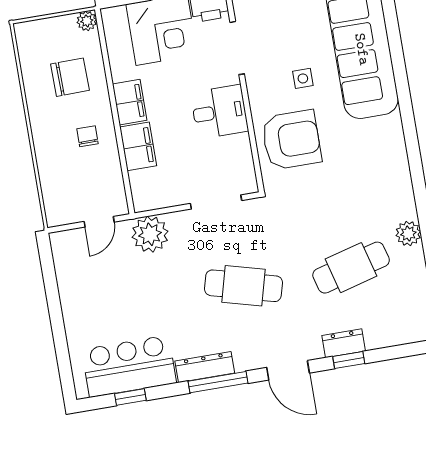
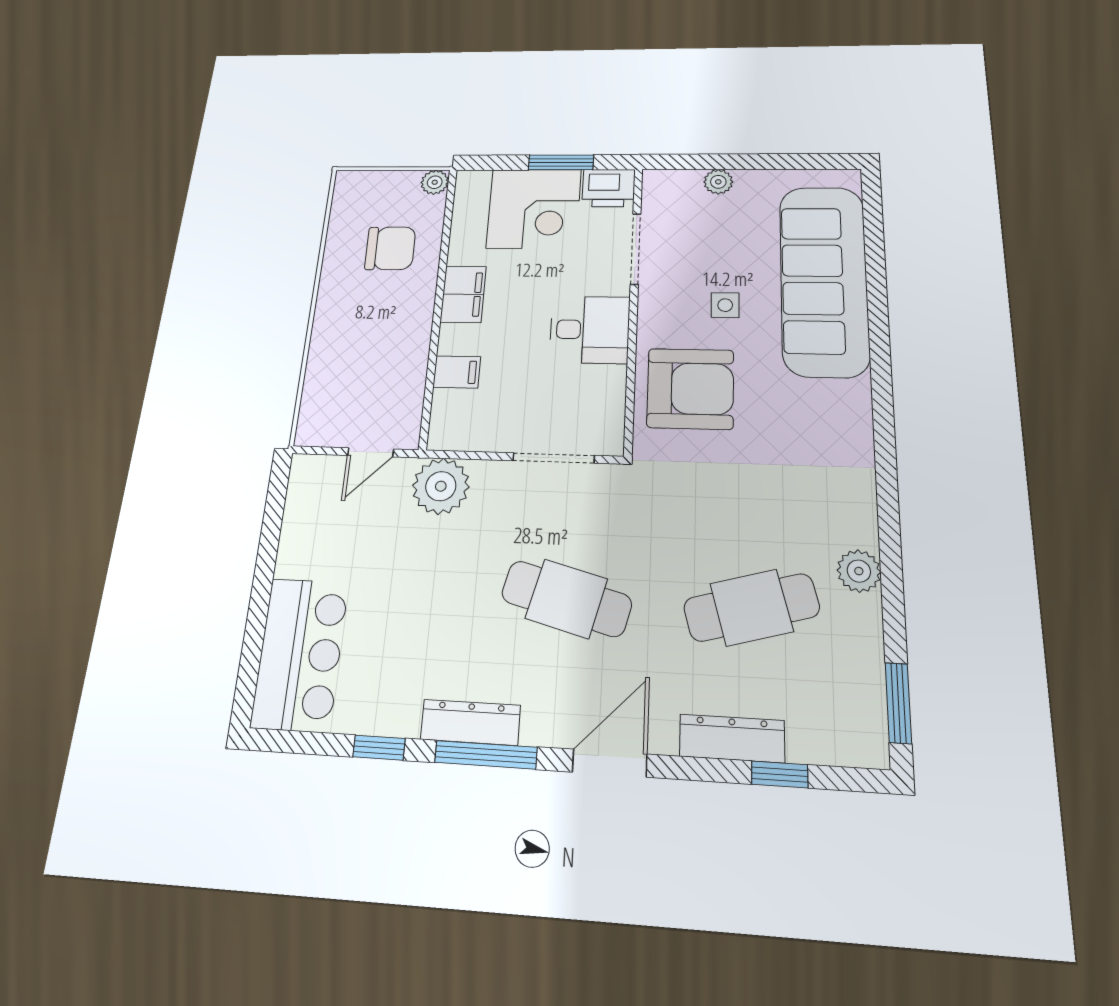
chair: (87, 136) -> (390, 329), removed
filing cabinet: (138, 146) -> (457, 372), width x0.50
dresser: (344, 343) -> (732, 738), width x1.44
window: (349, 360) -> (780, 774), moved
bar counter: (129, 366) -> (300, 654), moved, turned 90
door: (288, 370) -> (610, 763), swing flipped
window: (130, 397) -> (379, 748), moved

